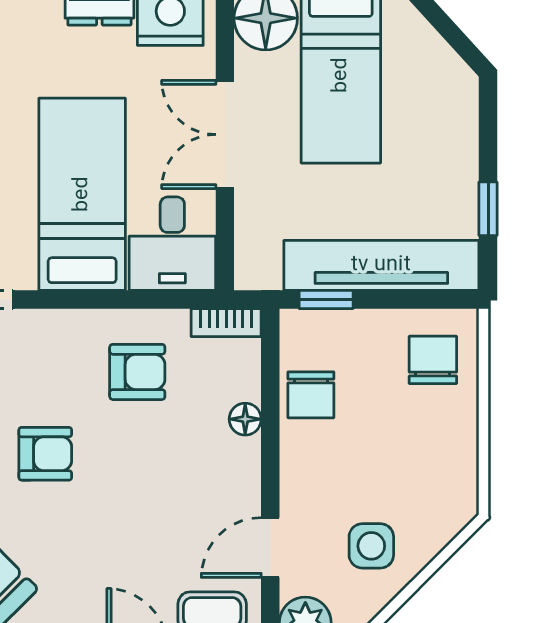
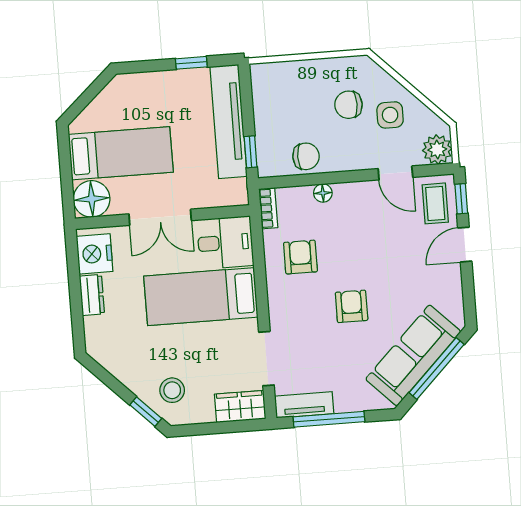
chair: (433, 360) -> (348, 105), moved

